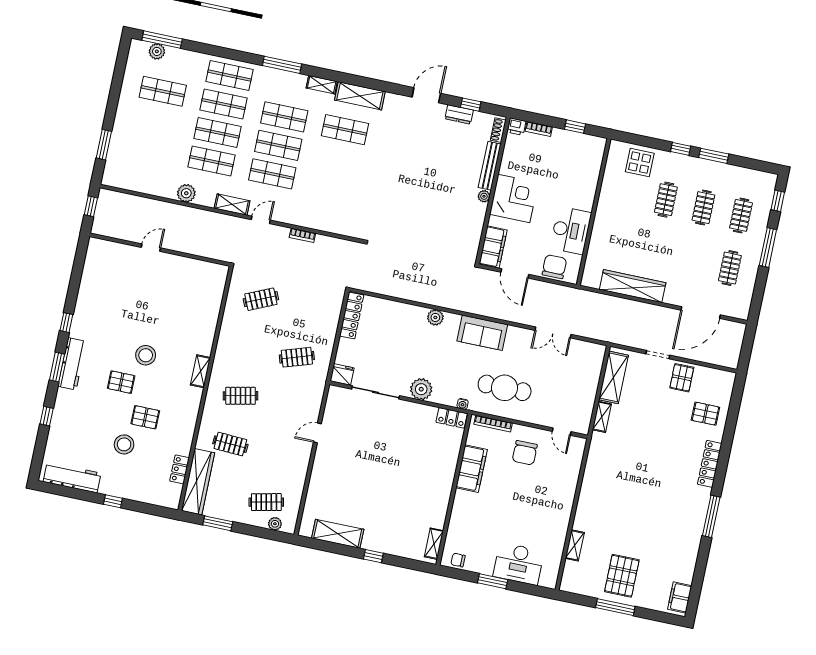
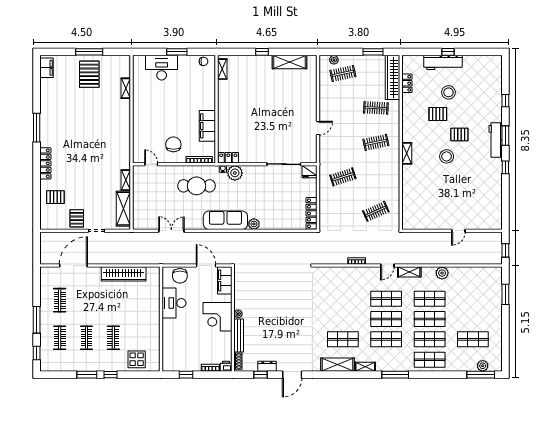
sofa: (482, 333) -> (225, 220), width x1.36
plant: (421, 389) -> (235, 173), moved
workbench: (72, 477) -> (443, 62), moved

